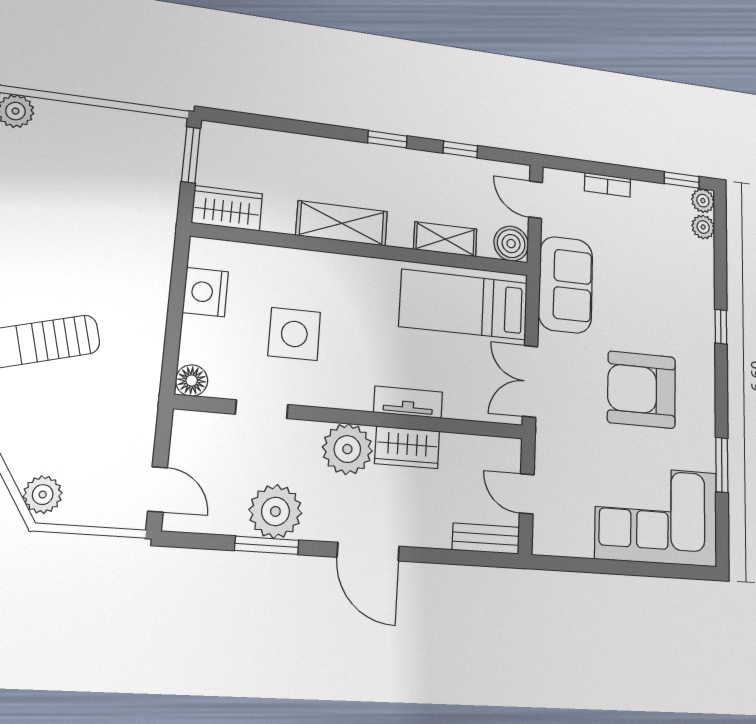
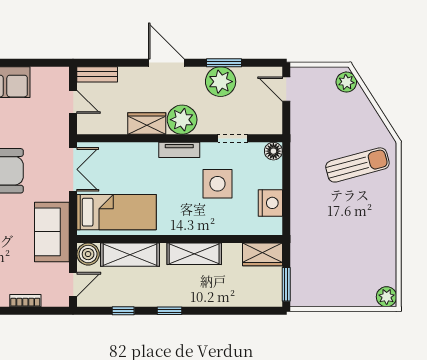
door: (536, 200) -> (73, 284), hinge flipped
shelving: (445, 239) -> (130, 255), width x1.50, depth x1.33
tv unit: (408, 402) -> (179, 150), moved

